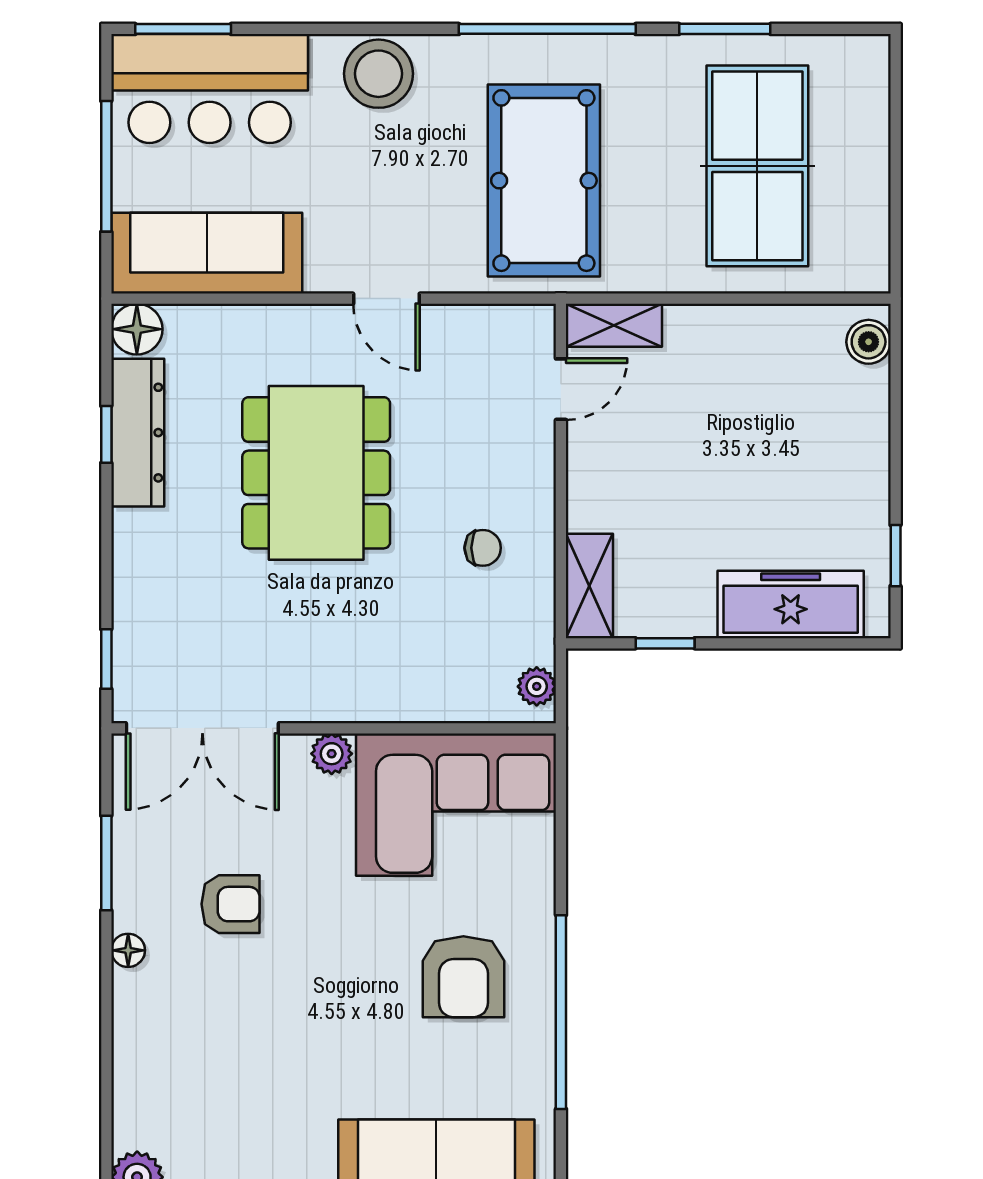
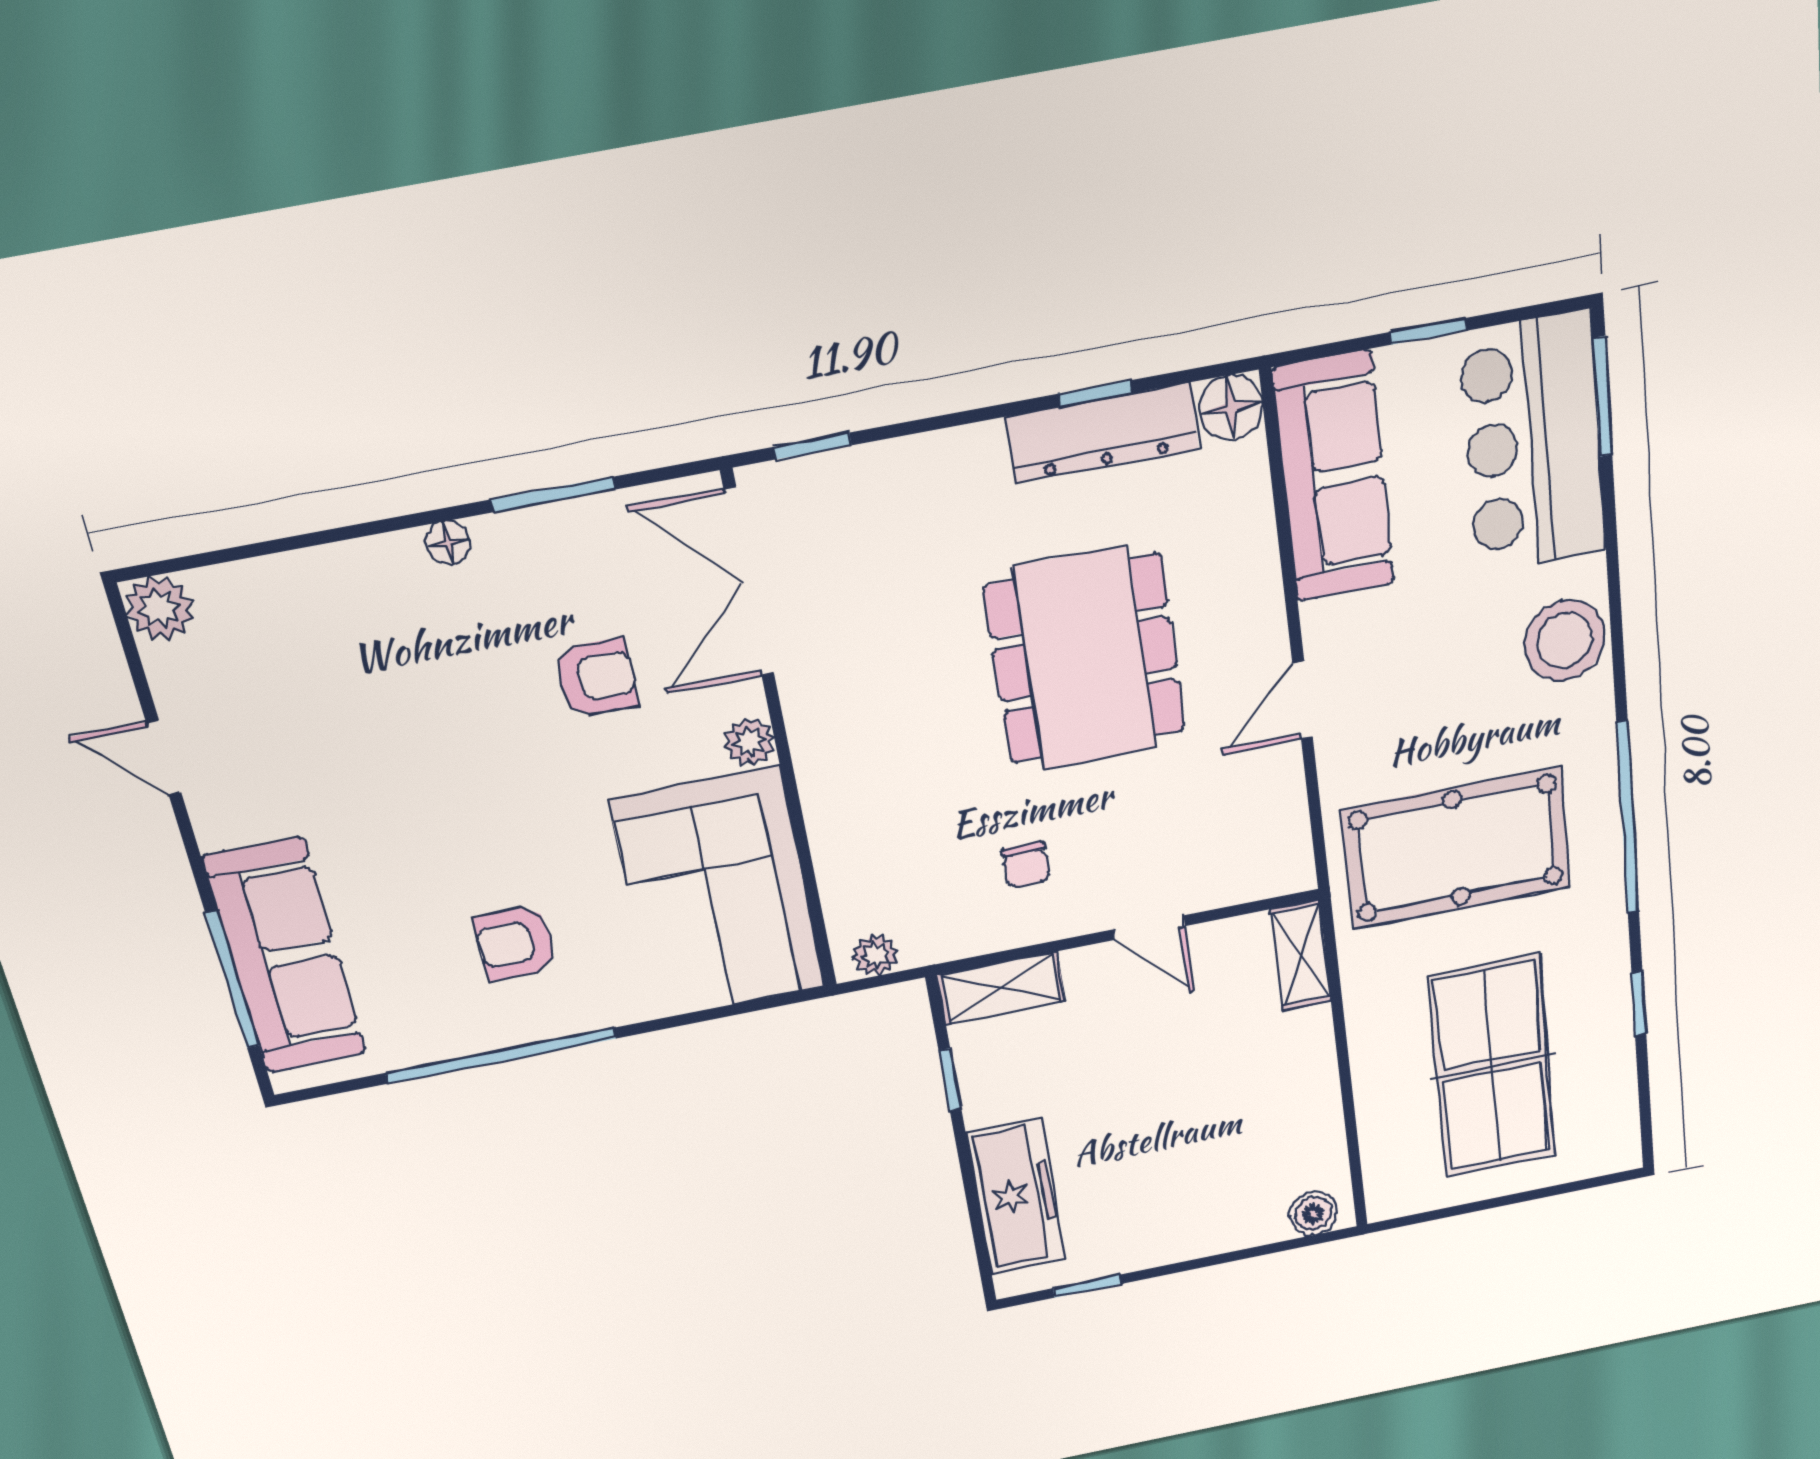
window: (725, 29) -> (1639, 1004), width x0.67
window: (106, 166) -> (1428, 331), width x0.46
table tennis table: (757, 166) -> (1492, 1066), turned 90
door: (561, 389) -> (1149, 928), moved
dining table: (316, 473) -> (1085, 659), turned 90
armchair: (230, 904) -> (596, 678), moved, turned -90
armchair: (463, 977) -> (515, 943), width x0.72, depth x0.72

